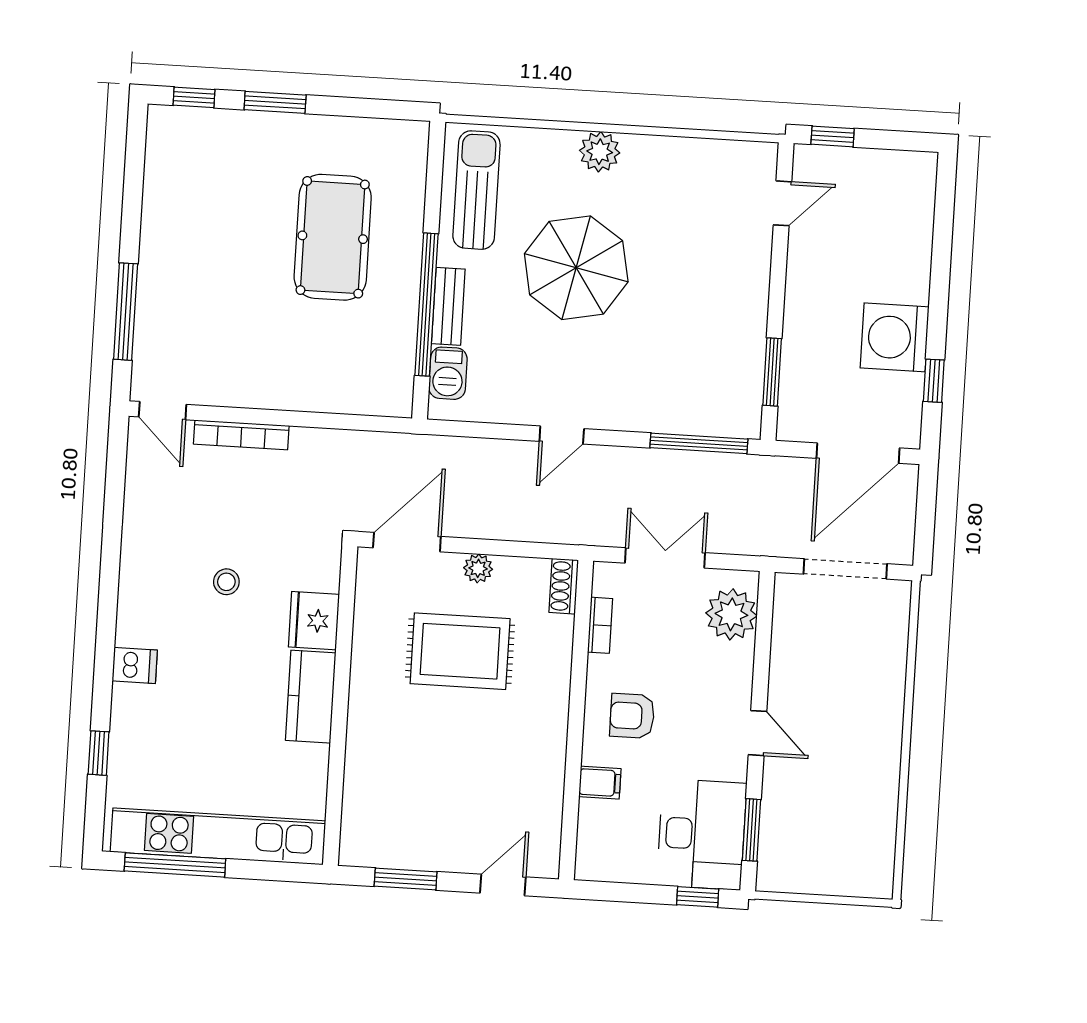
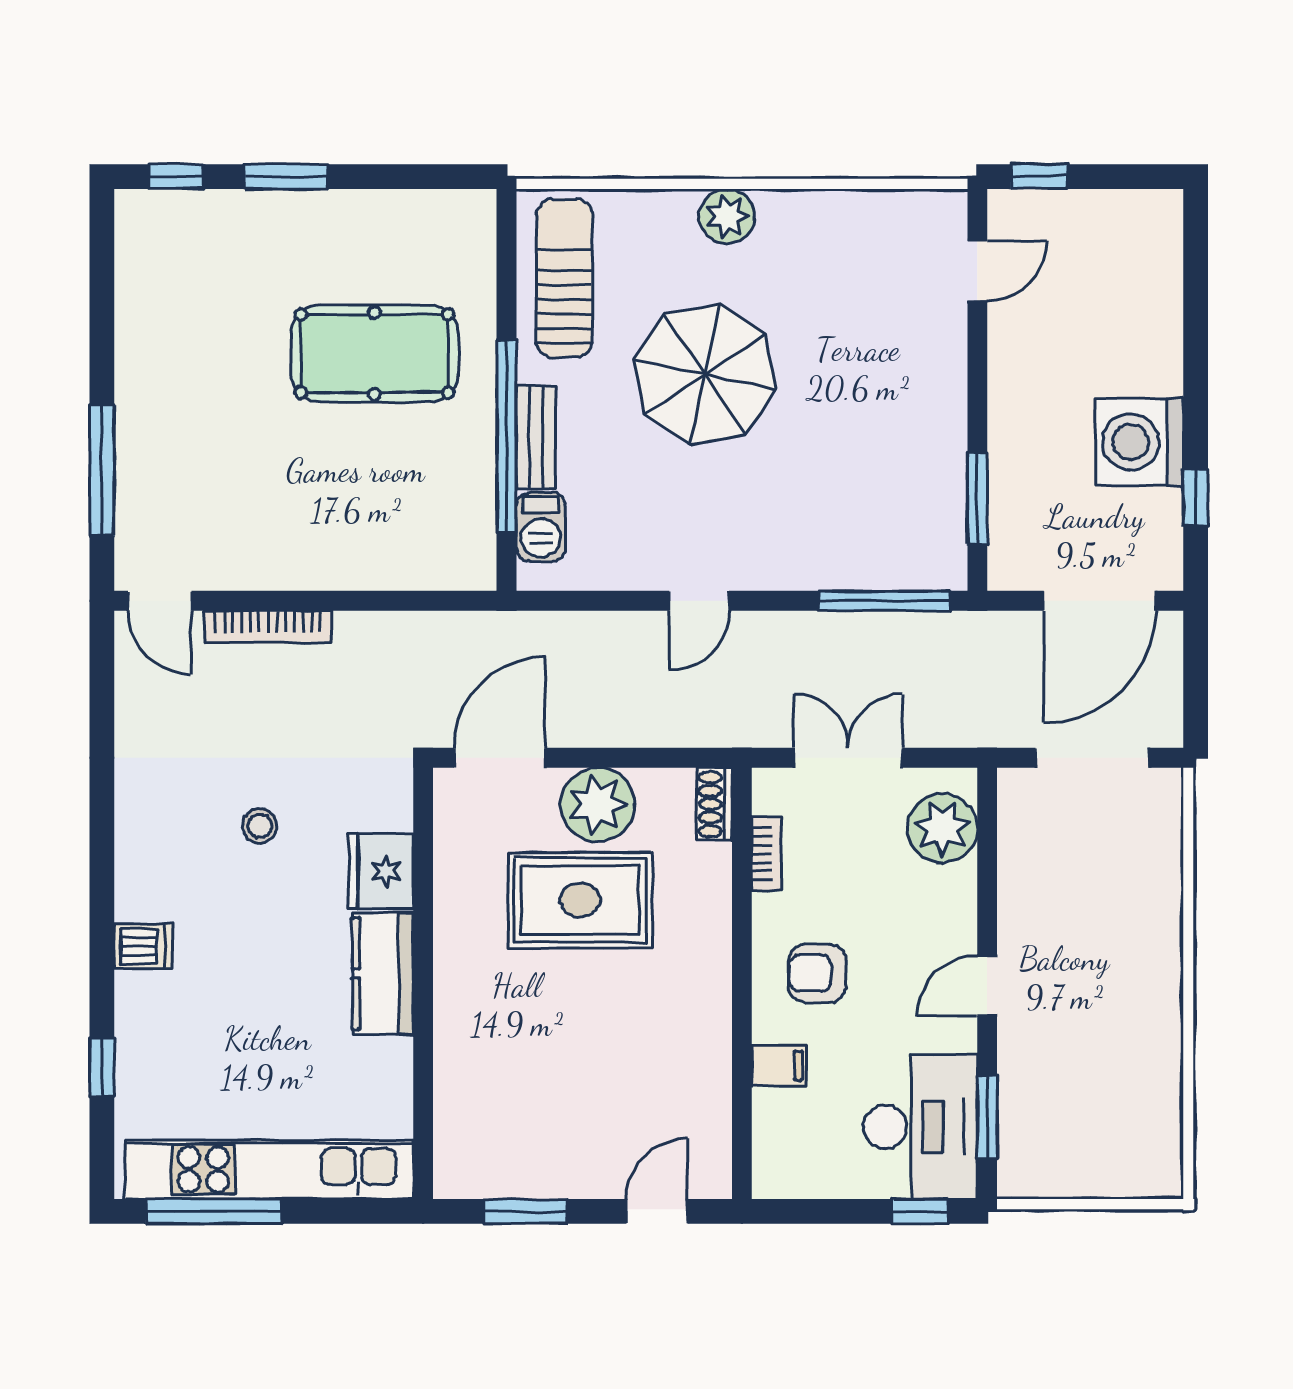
pool table: (333, 237) -> (375, 353), turned 90
plant: (478, 568) -> (598, 805), width x1.87, depth x1.87
door: (757, 733) -> (987, 986), swing flipped

